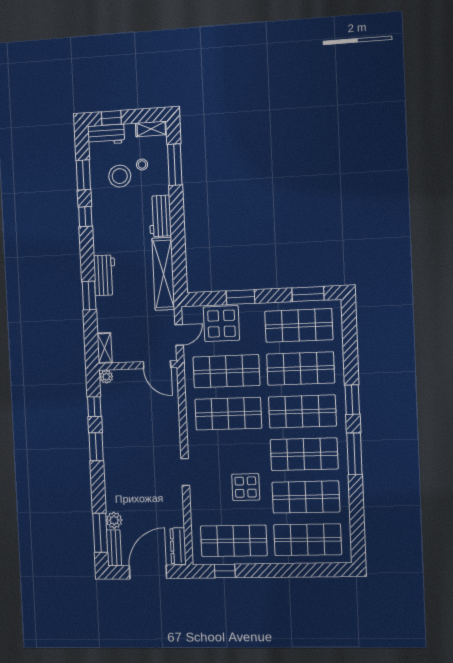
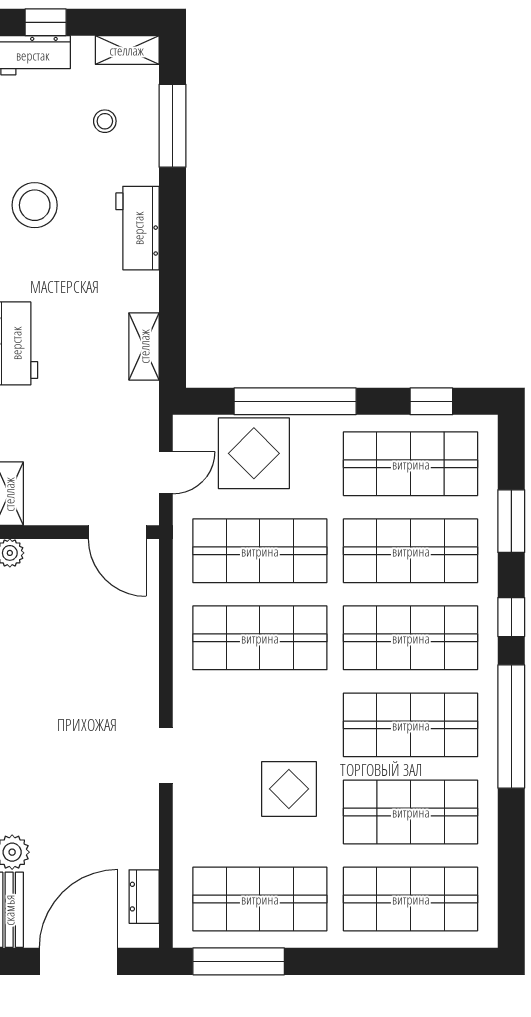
stool: (120, 176) -> (35, 205), moved
shelving: (163, 274) -> (144, 346), width x0.45, depth x0.75
window: (308, 294) -> (431, 401), width x0.67
window: (240, 297) -> (295, 401), width x2.11
window: (350, 352) -> (511, 521), added
window: (352, 400) -> (511, 617), width x0.67
window: (354, 454) -> (511, 727), width x1.46
dresser: (178, 546) -> (144, 897), width x0.70
window: (225, 571) -> (239, 961), width x2.17

